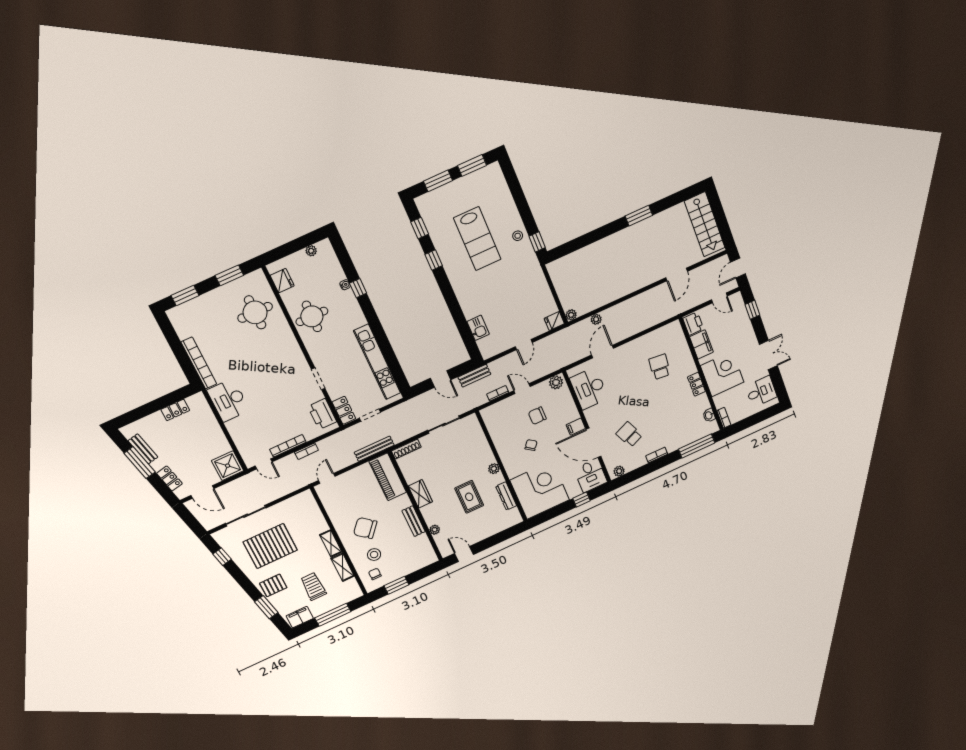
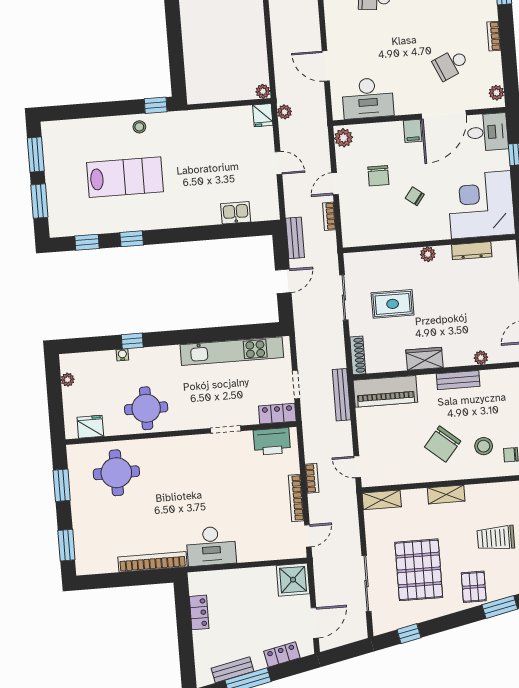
plant: (596, 319) -> (284, 112), moved
rug: (469, 497) -> (393, 304), moved
shelving: (343, 567) -> (382, 500), moved

